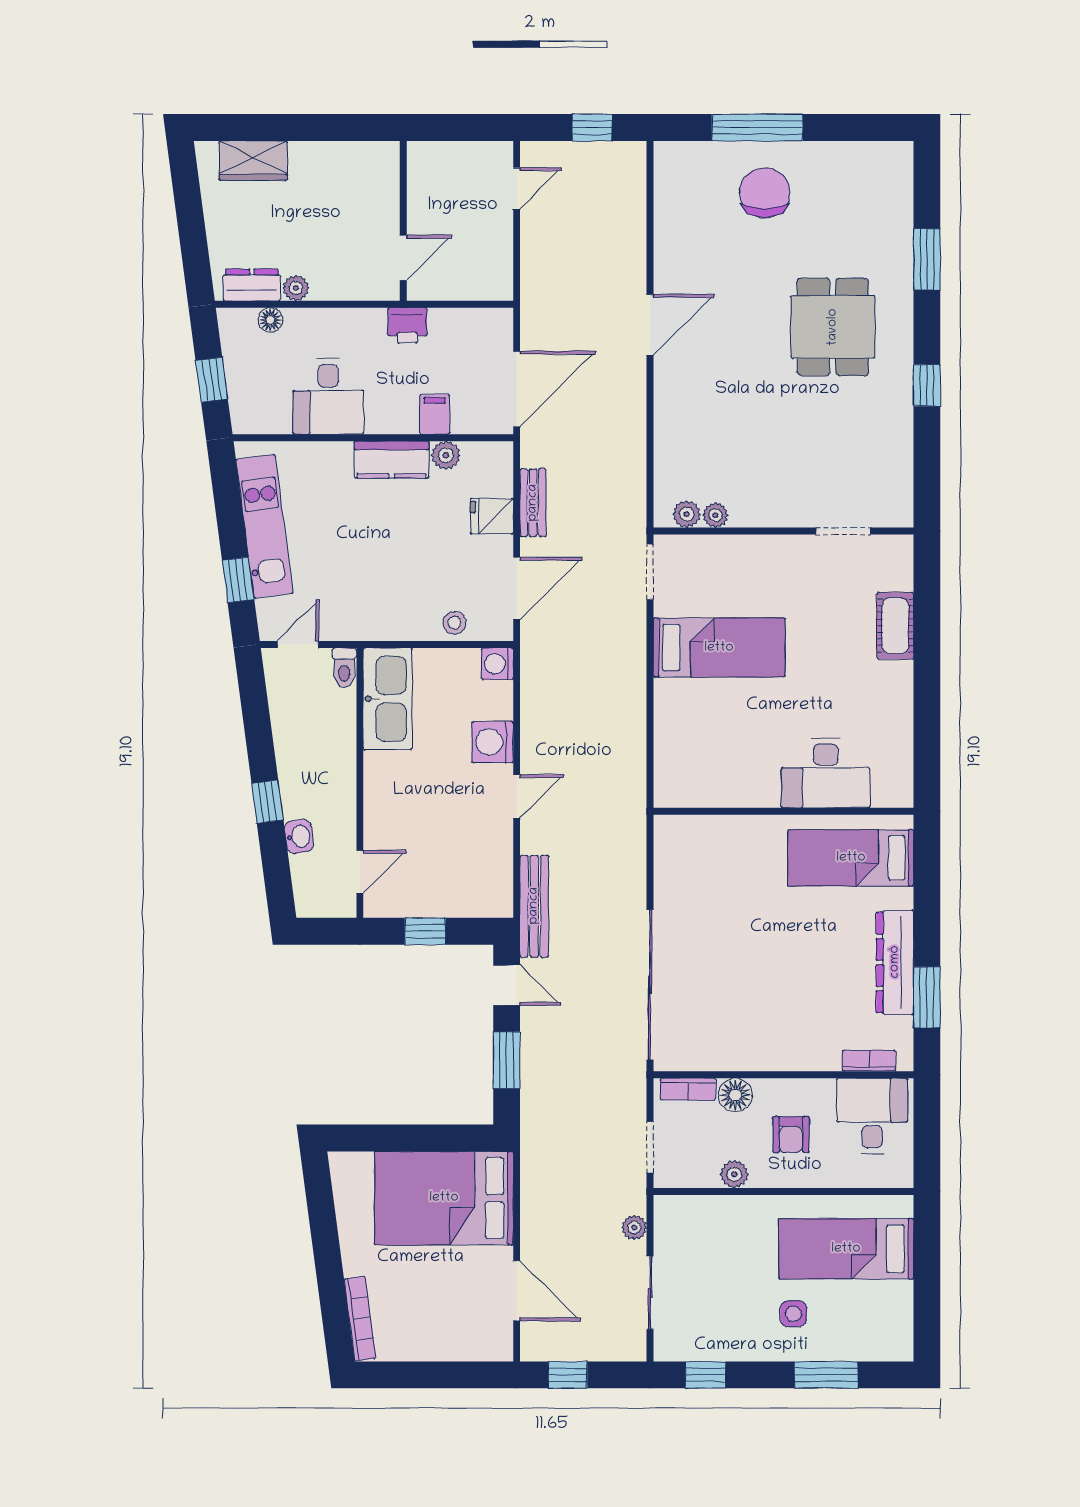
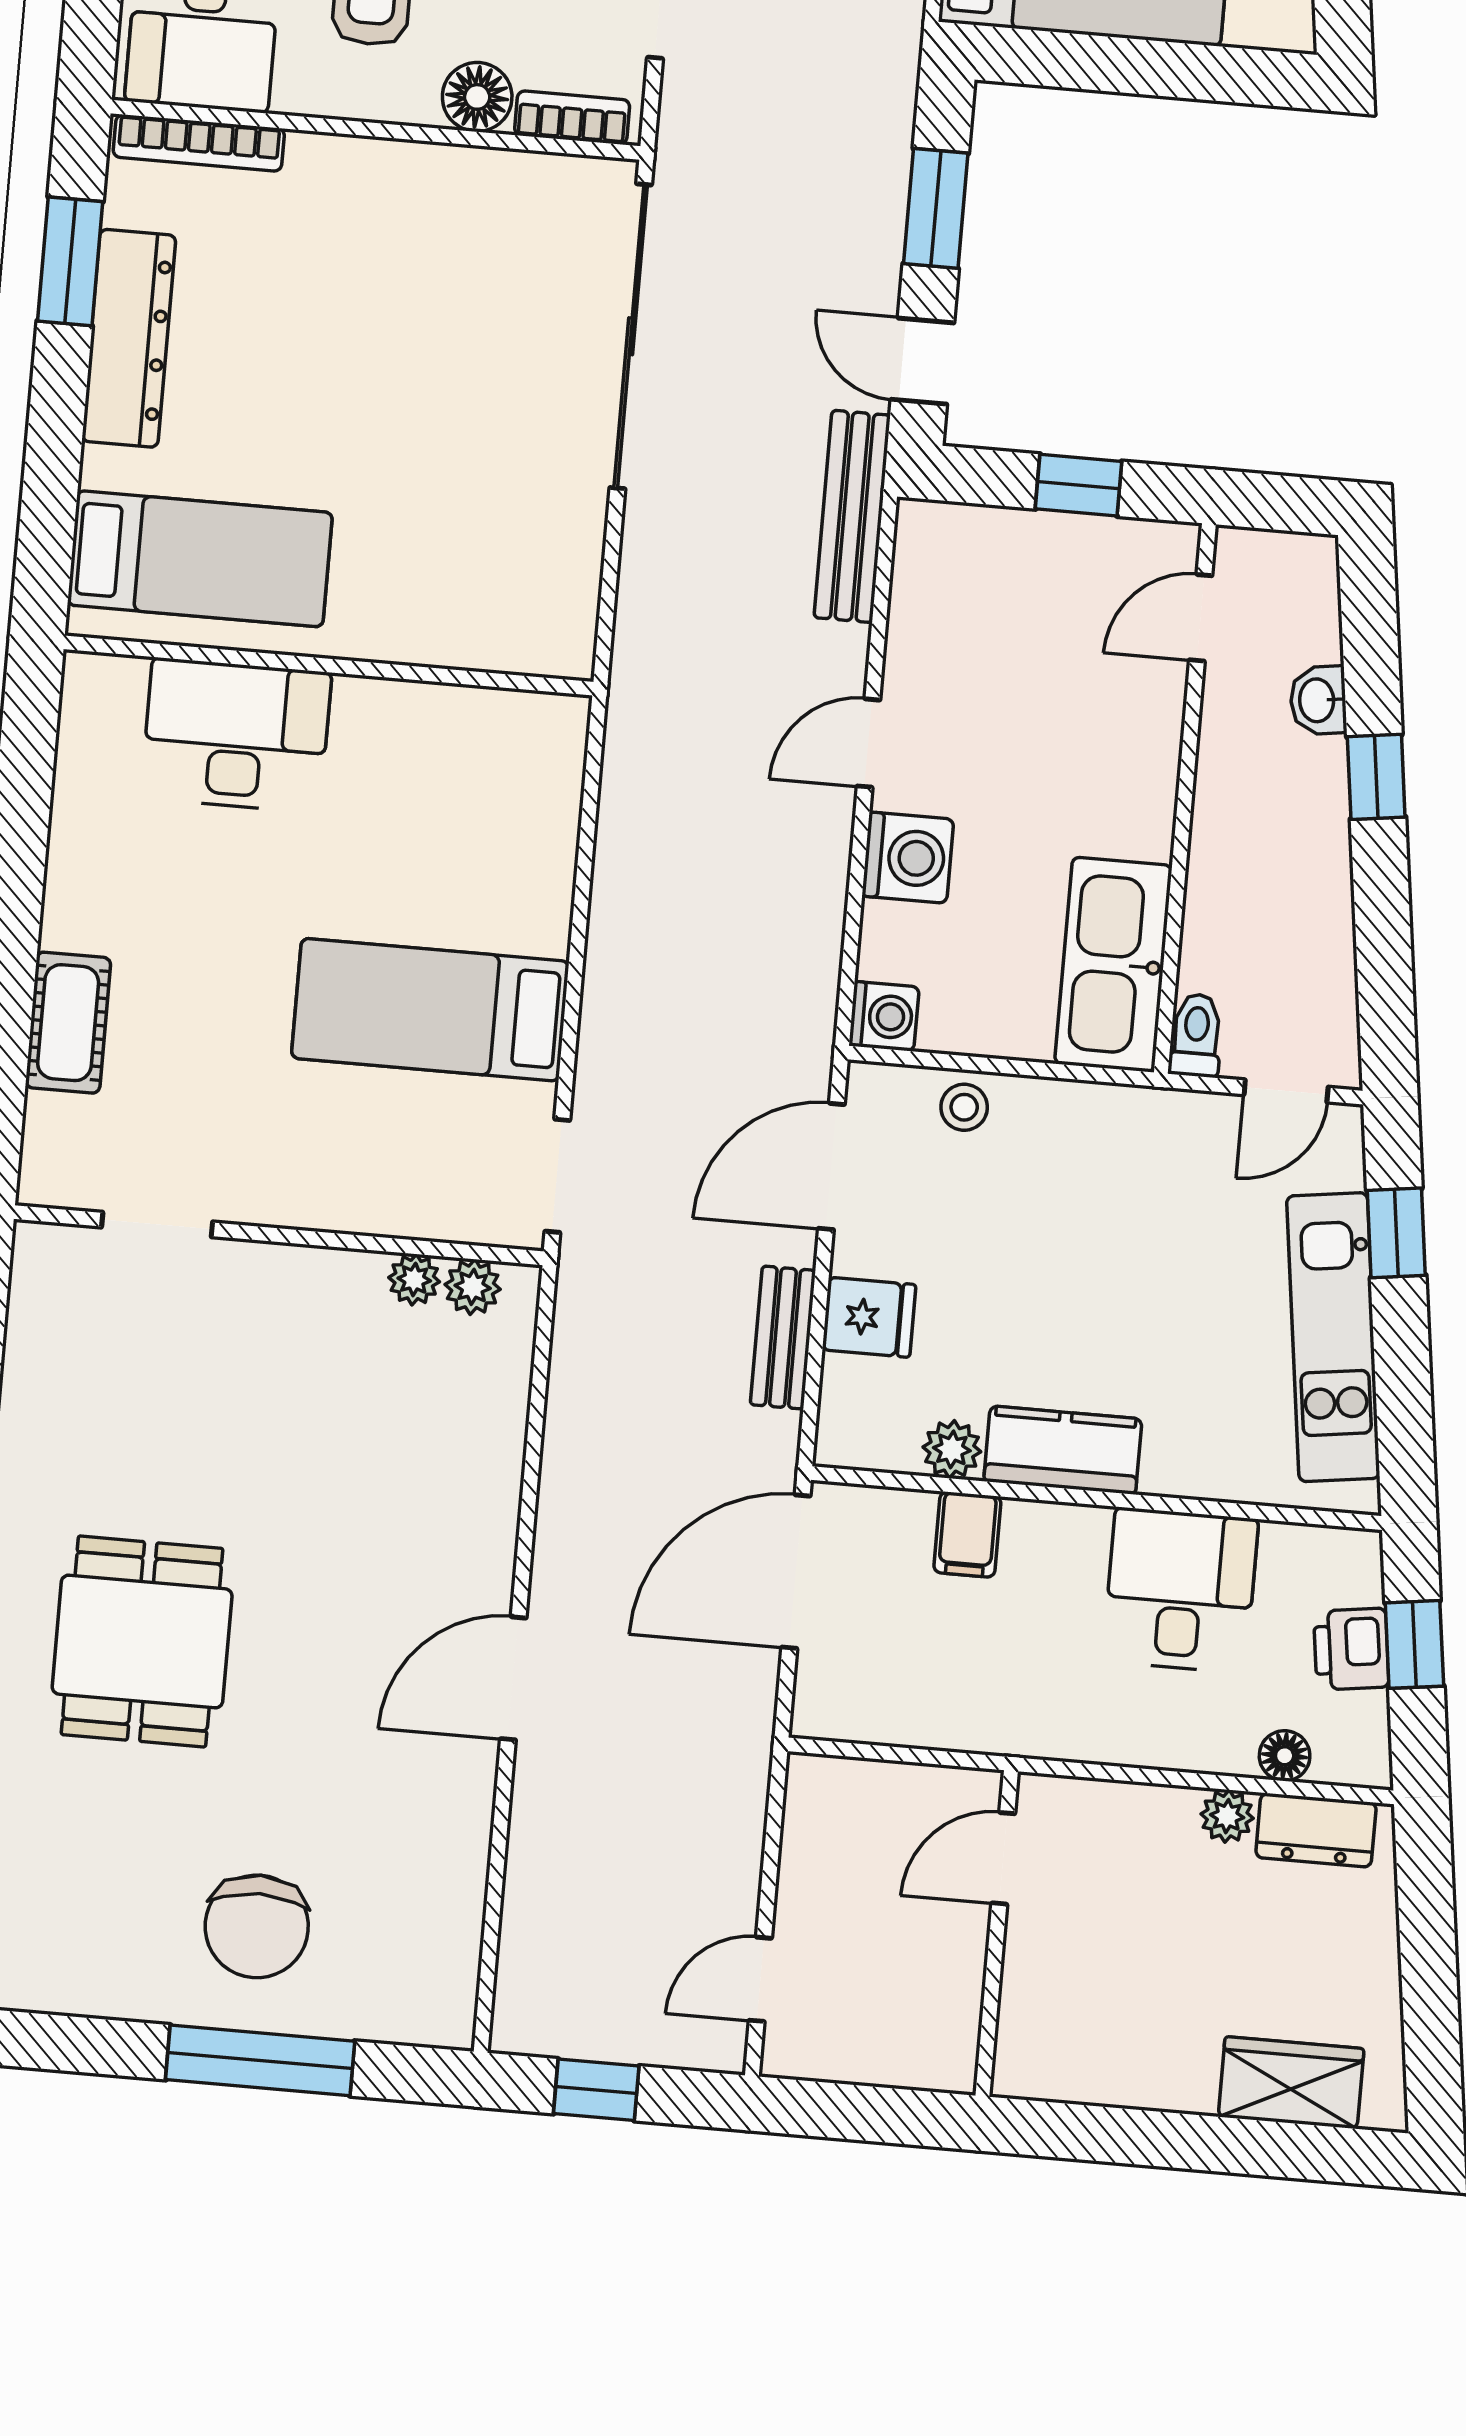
printer: (407, 325) -> (1351, 1649), moved, turned -98
bookcase: (869, 1061) -> (199, 143), width x1.56

